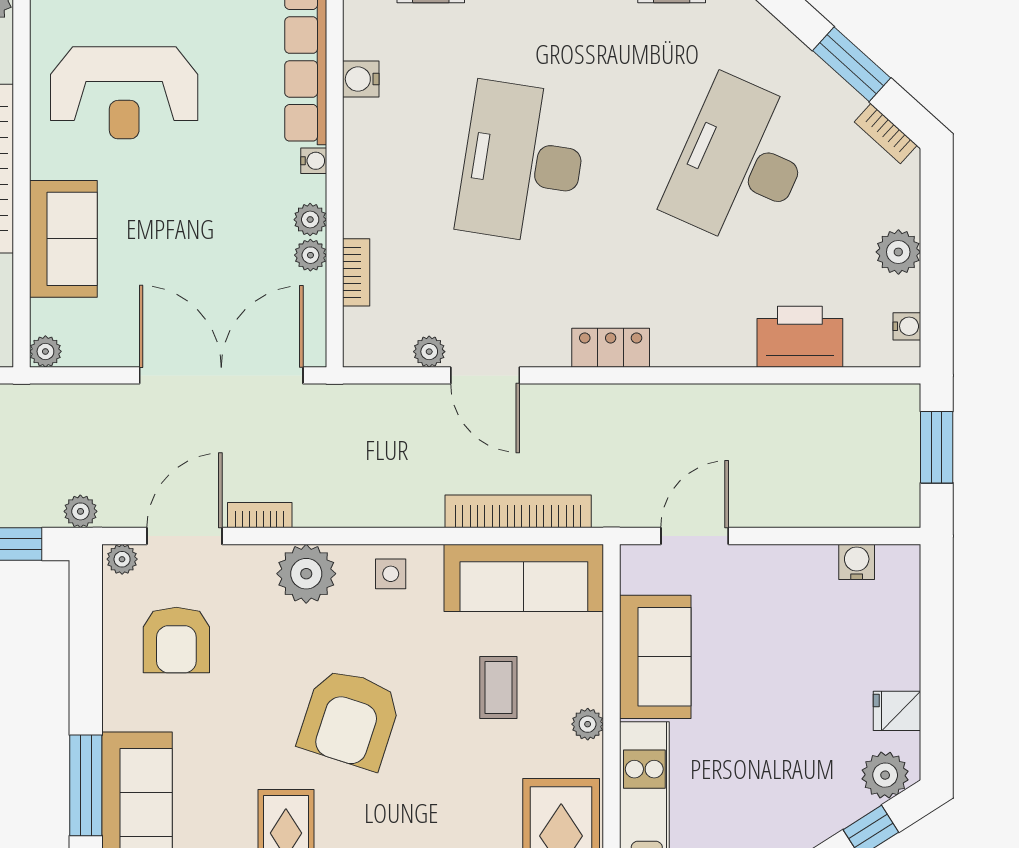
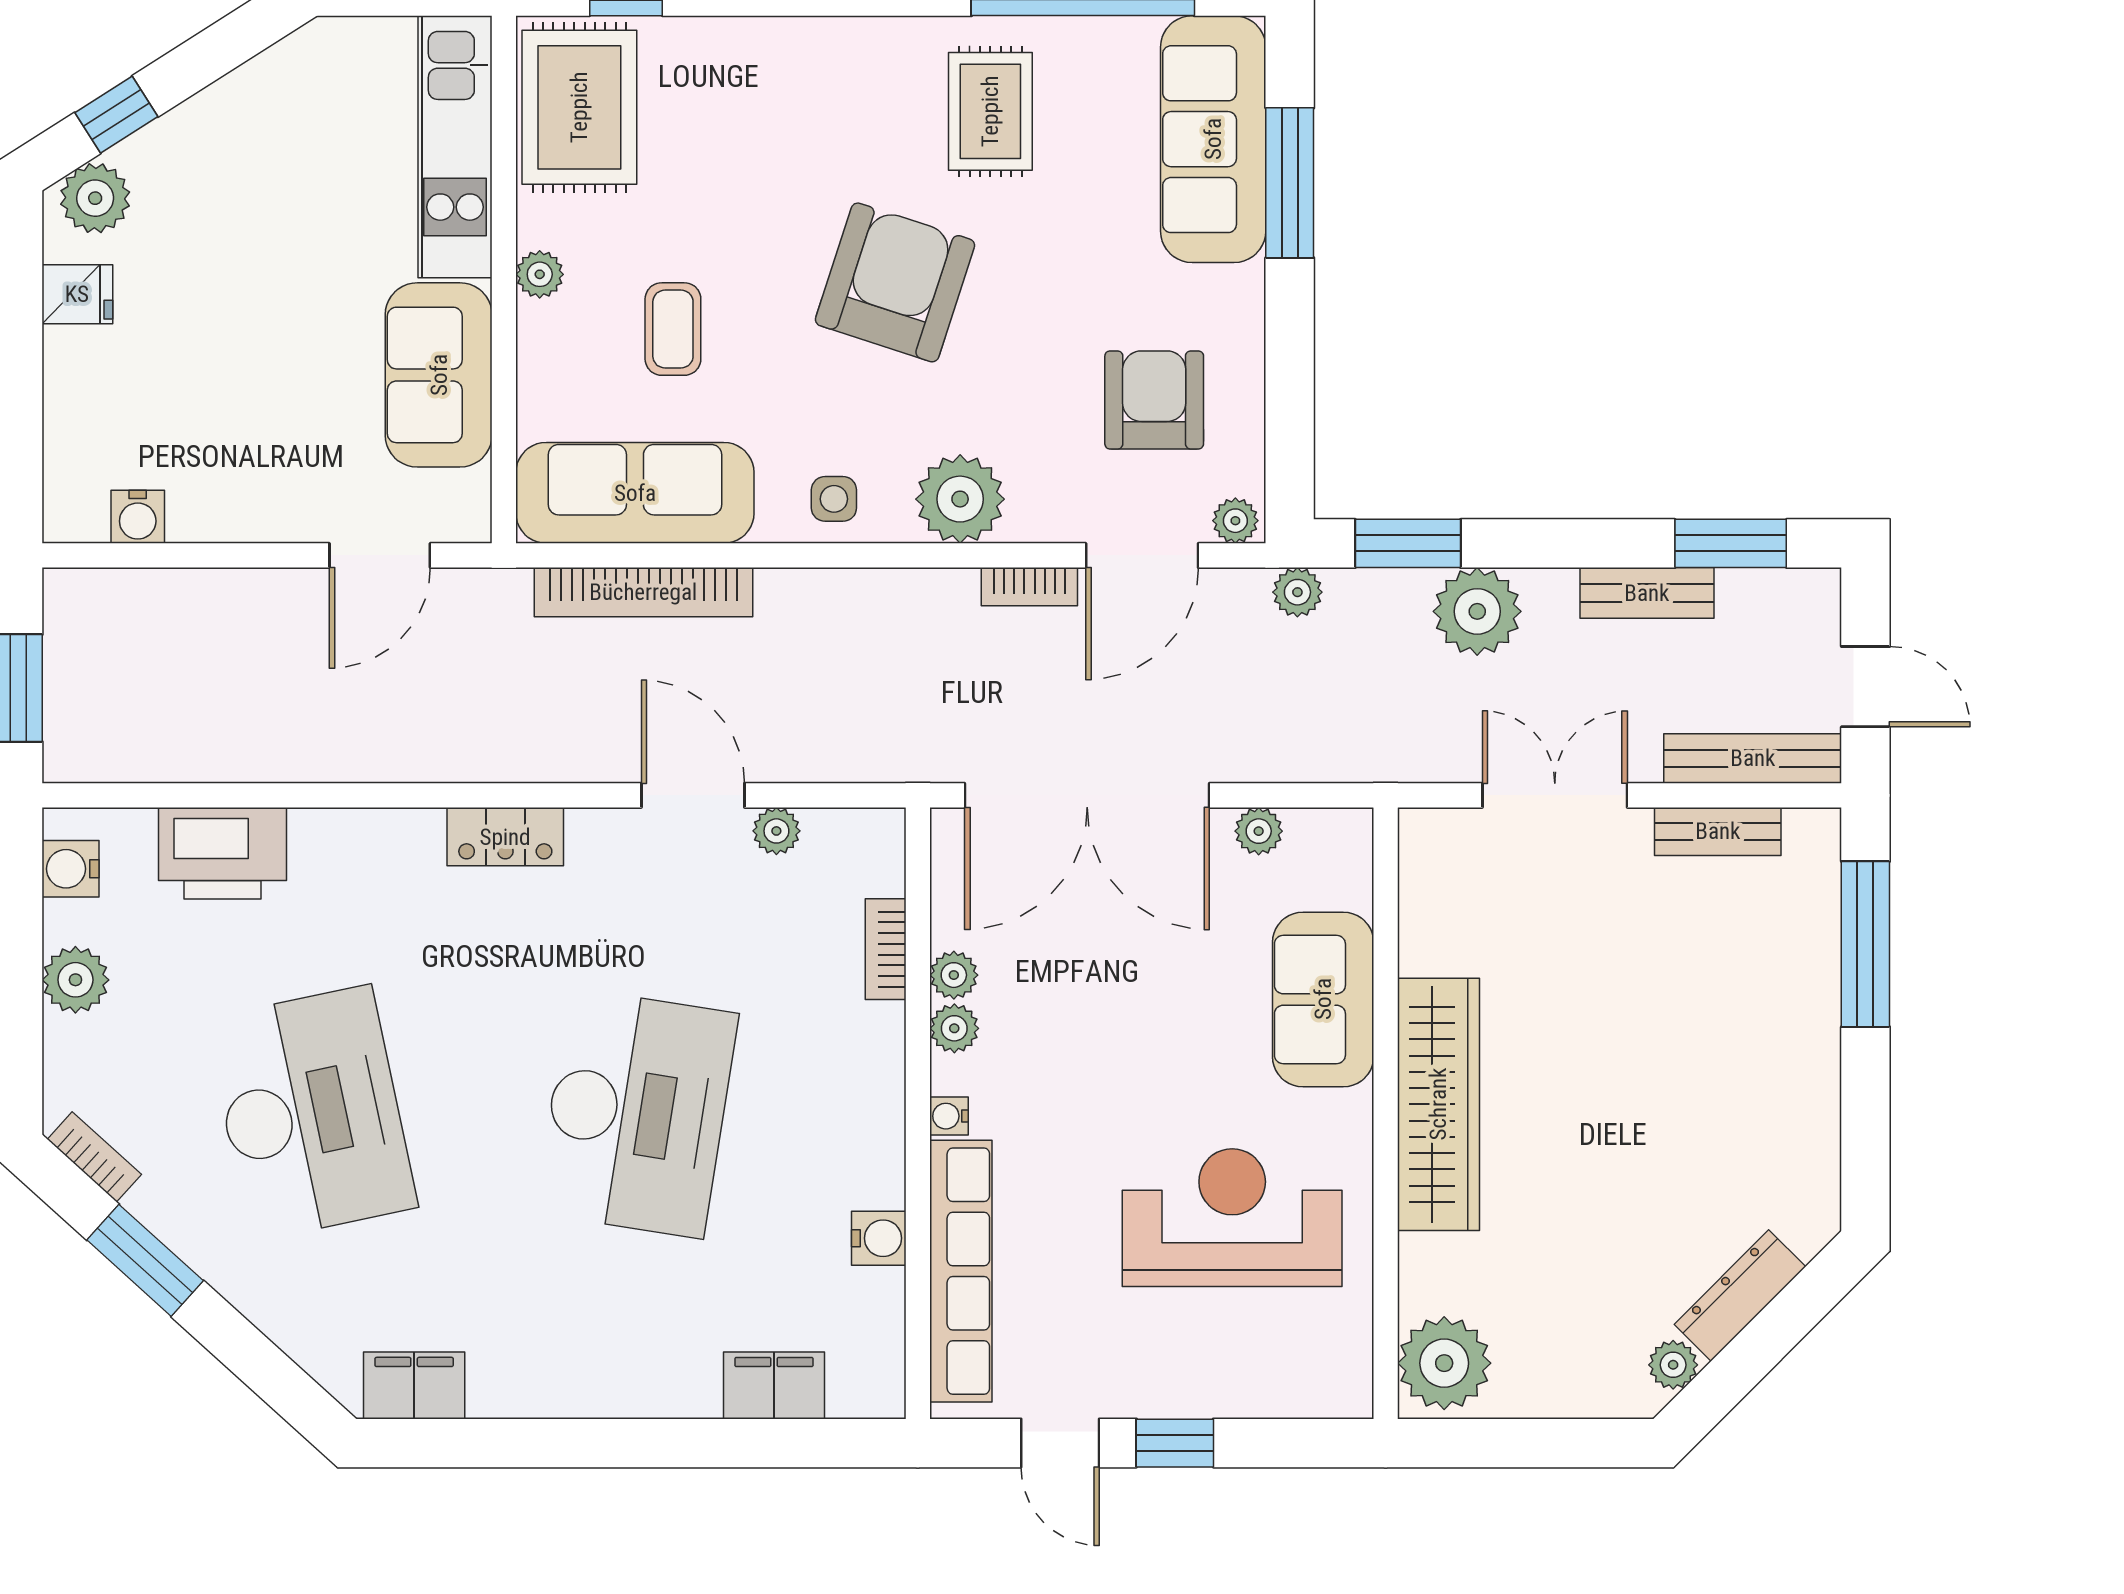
desk: (740, 163) -> (311, 1113), turned -36
water cooler: (907, 326) -> (71, 869), width x1.38, depth x1.38
plant: (45, 351) -> (1259, 831), moved

